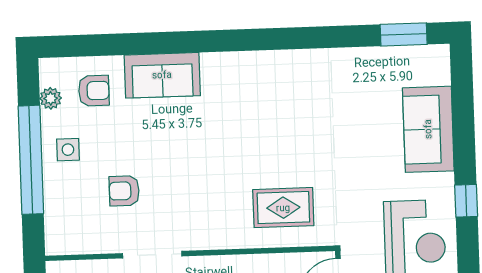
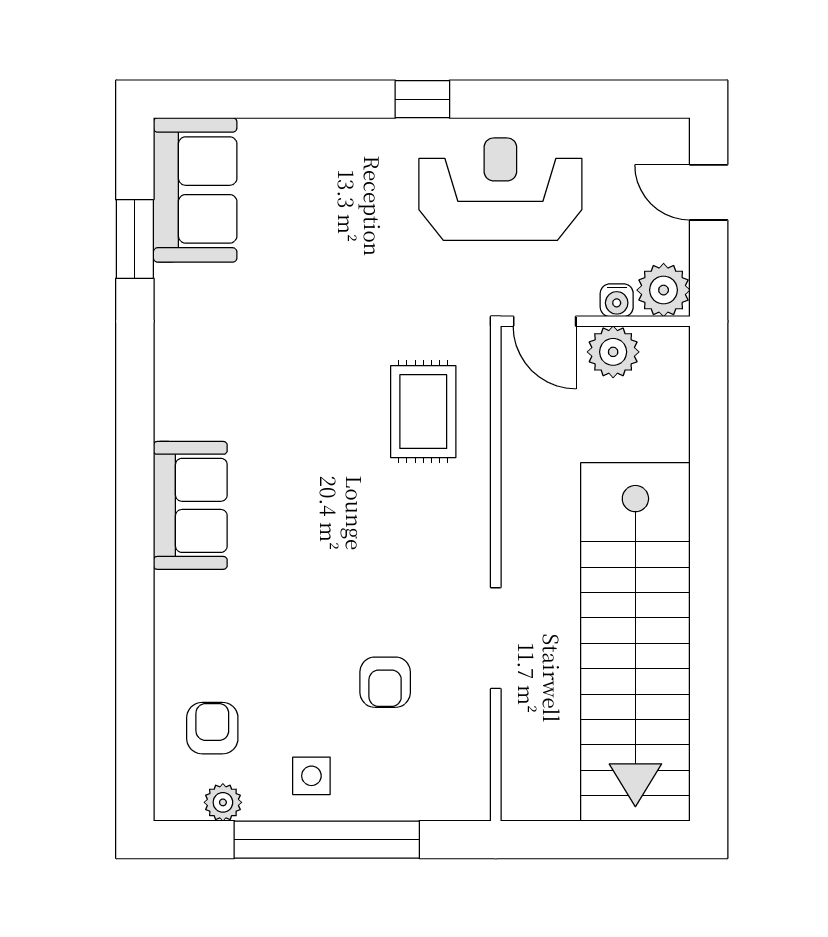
window: (404, 34) -> (135, 239), moved
sofa: (162, 75) -> (190, 505), moved
sofa: (428, 129) -> (195, 190), moved, turned -90

